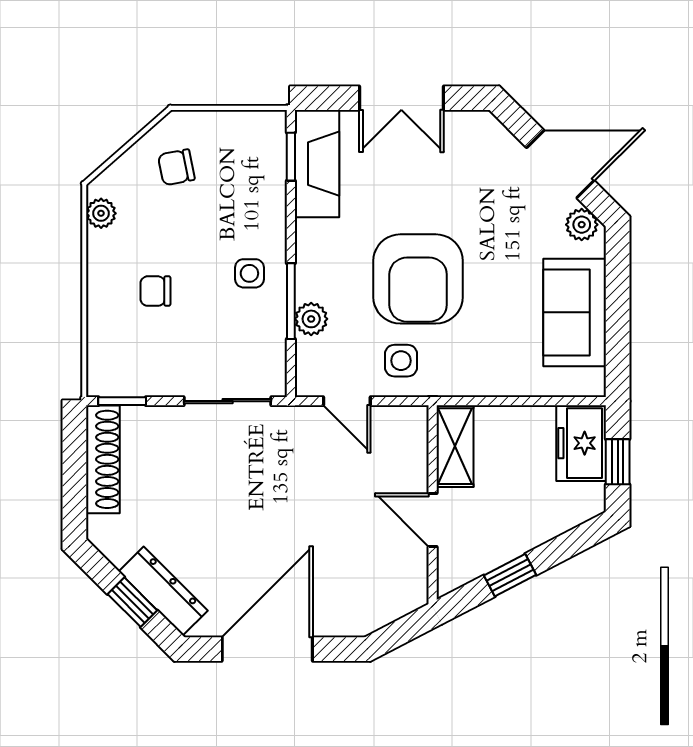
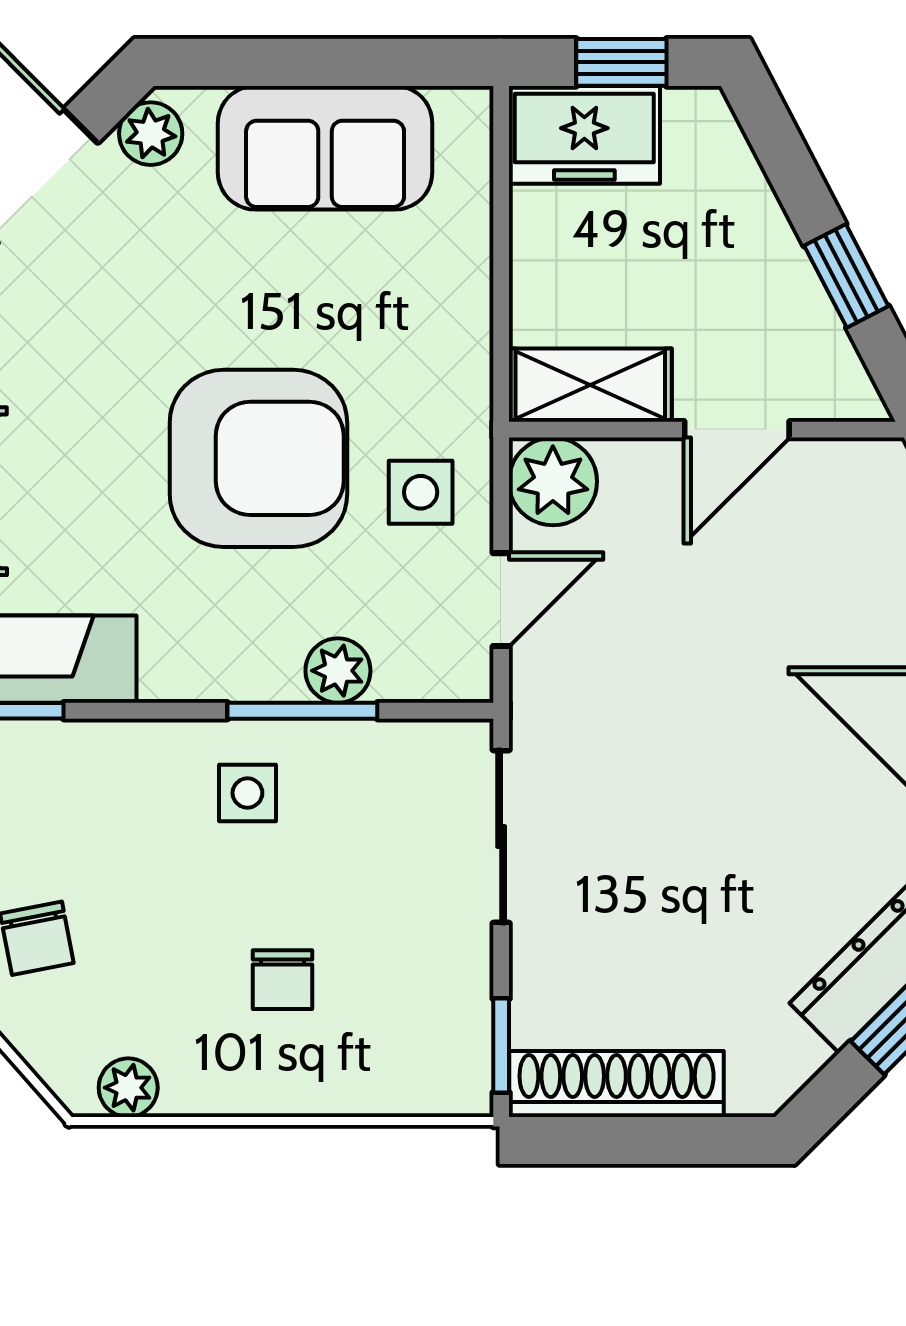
plant: (406, 427) -> (553, 481), added

